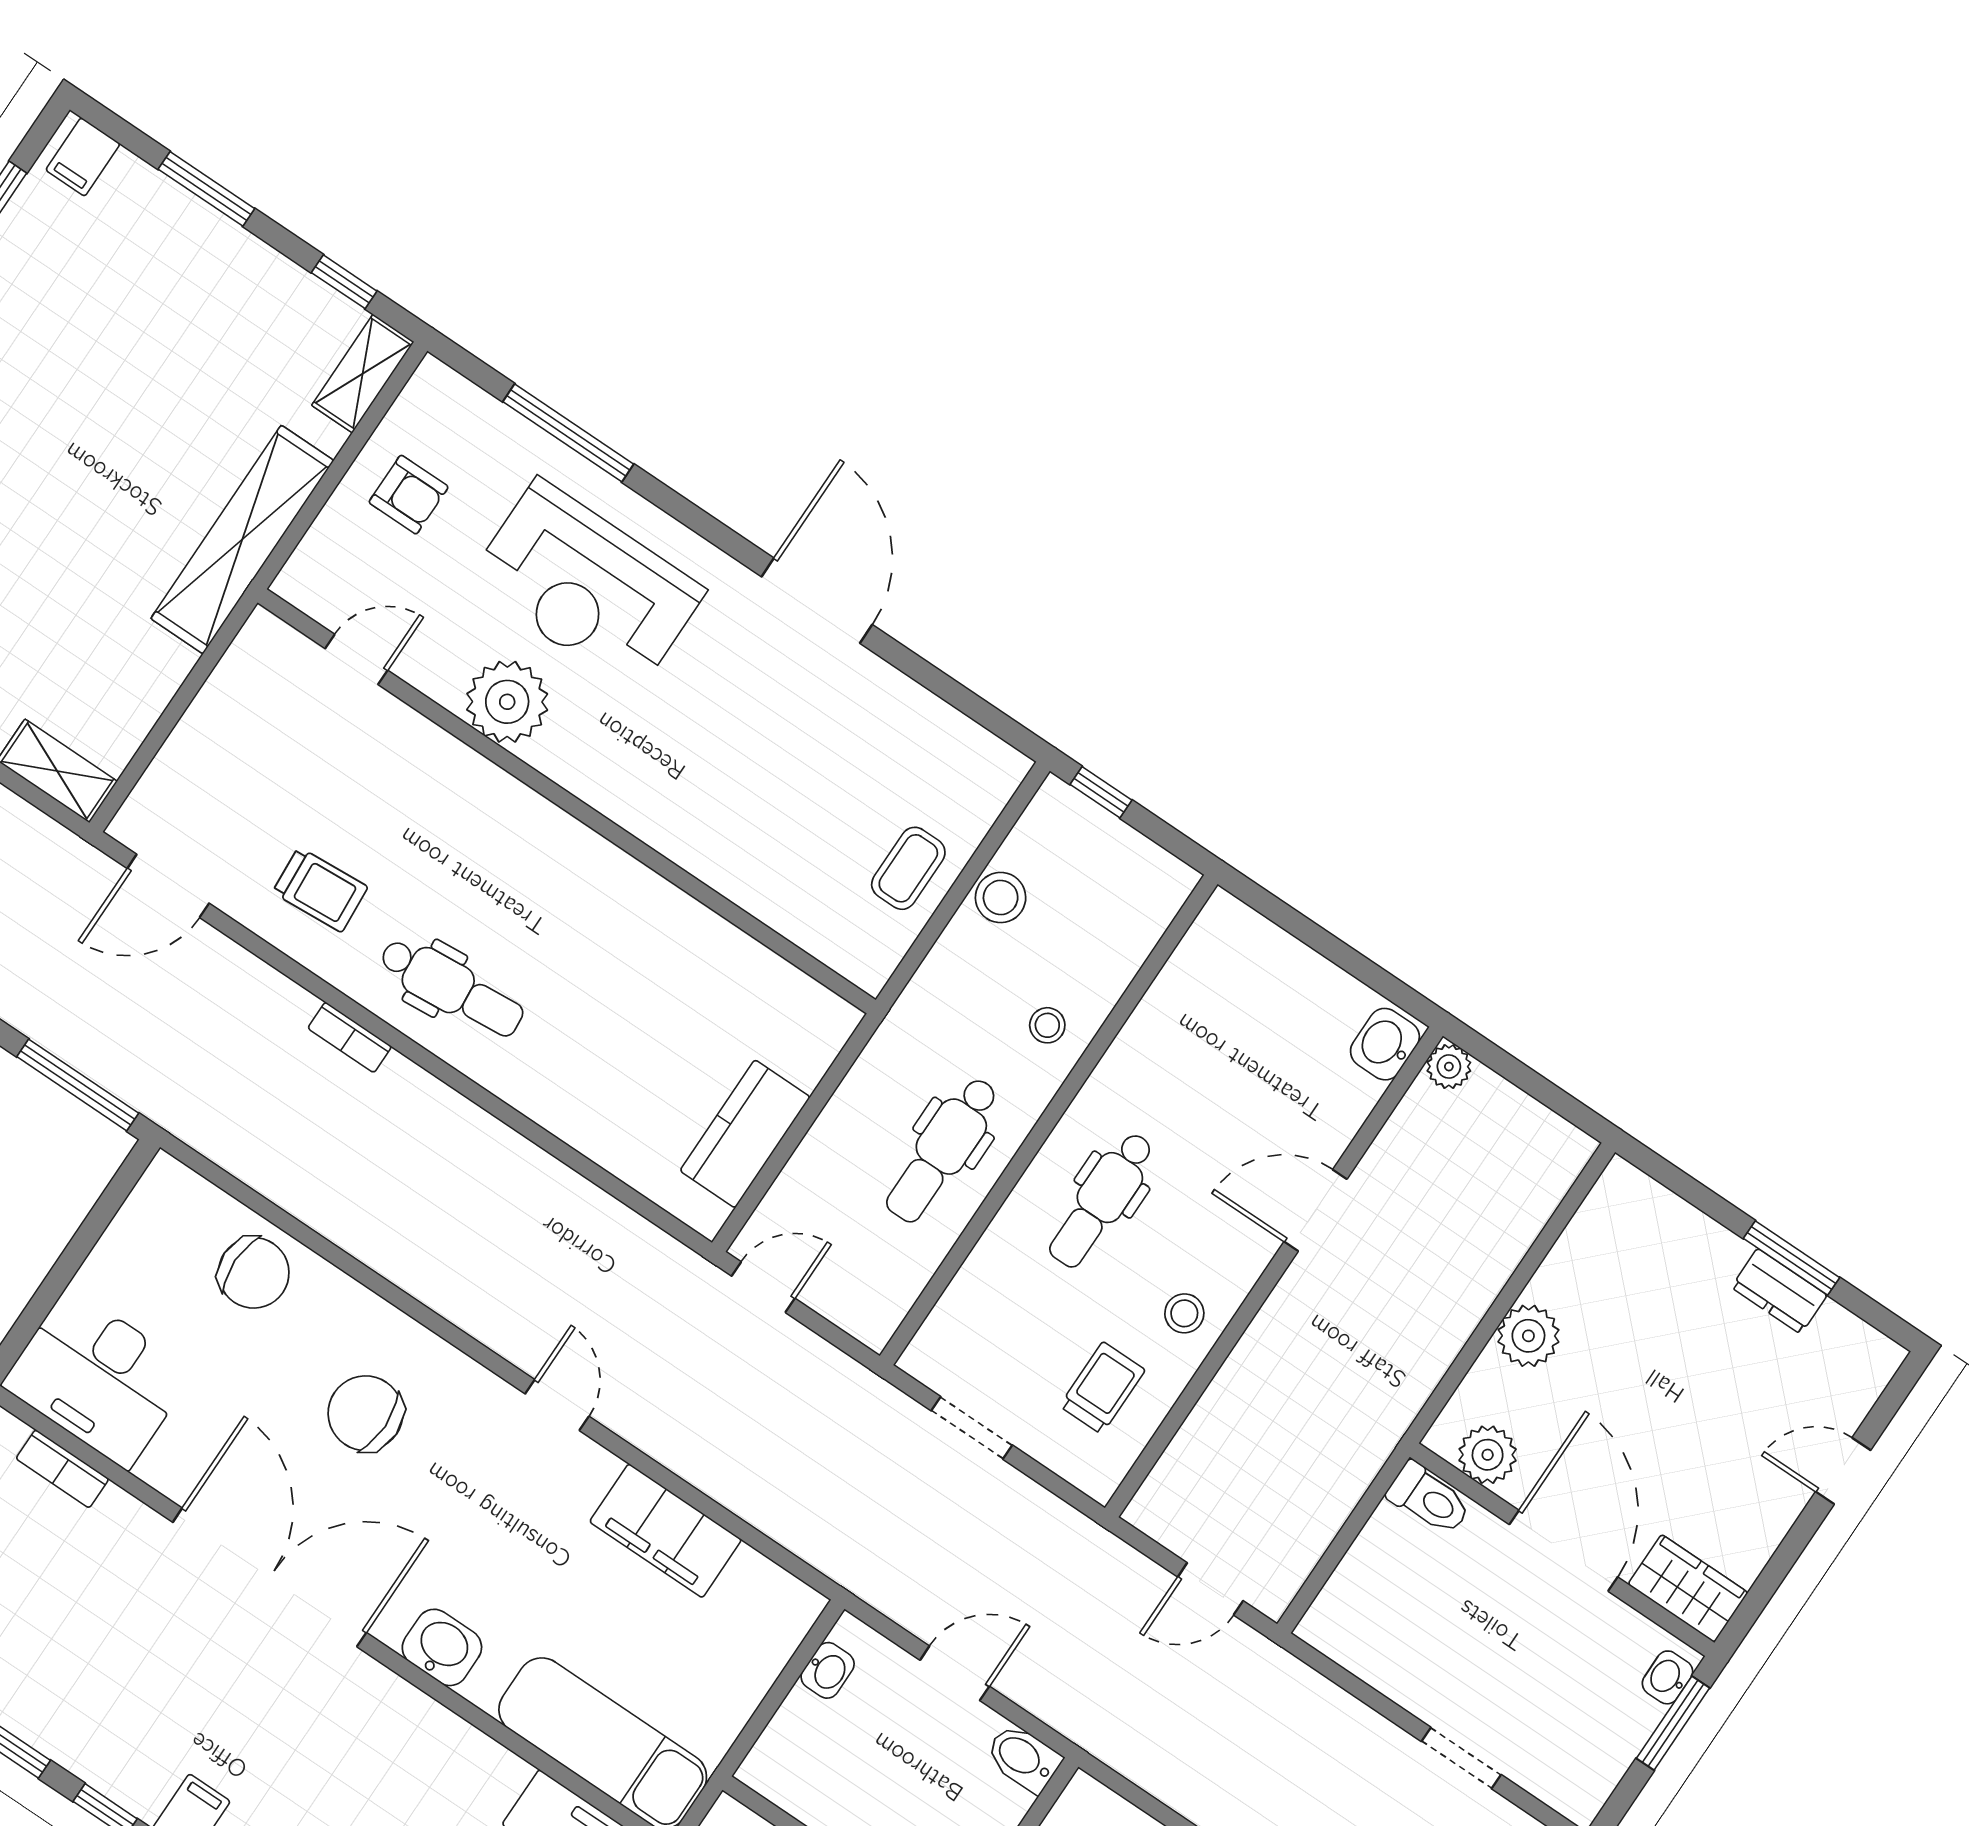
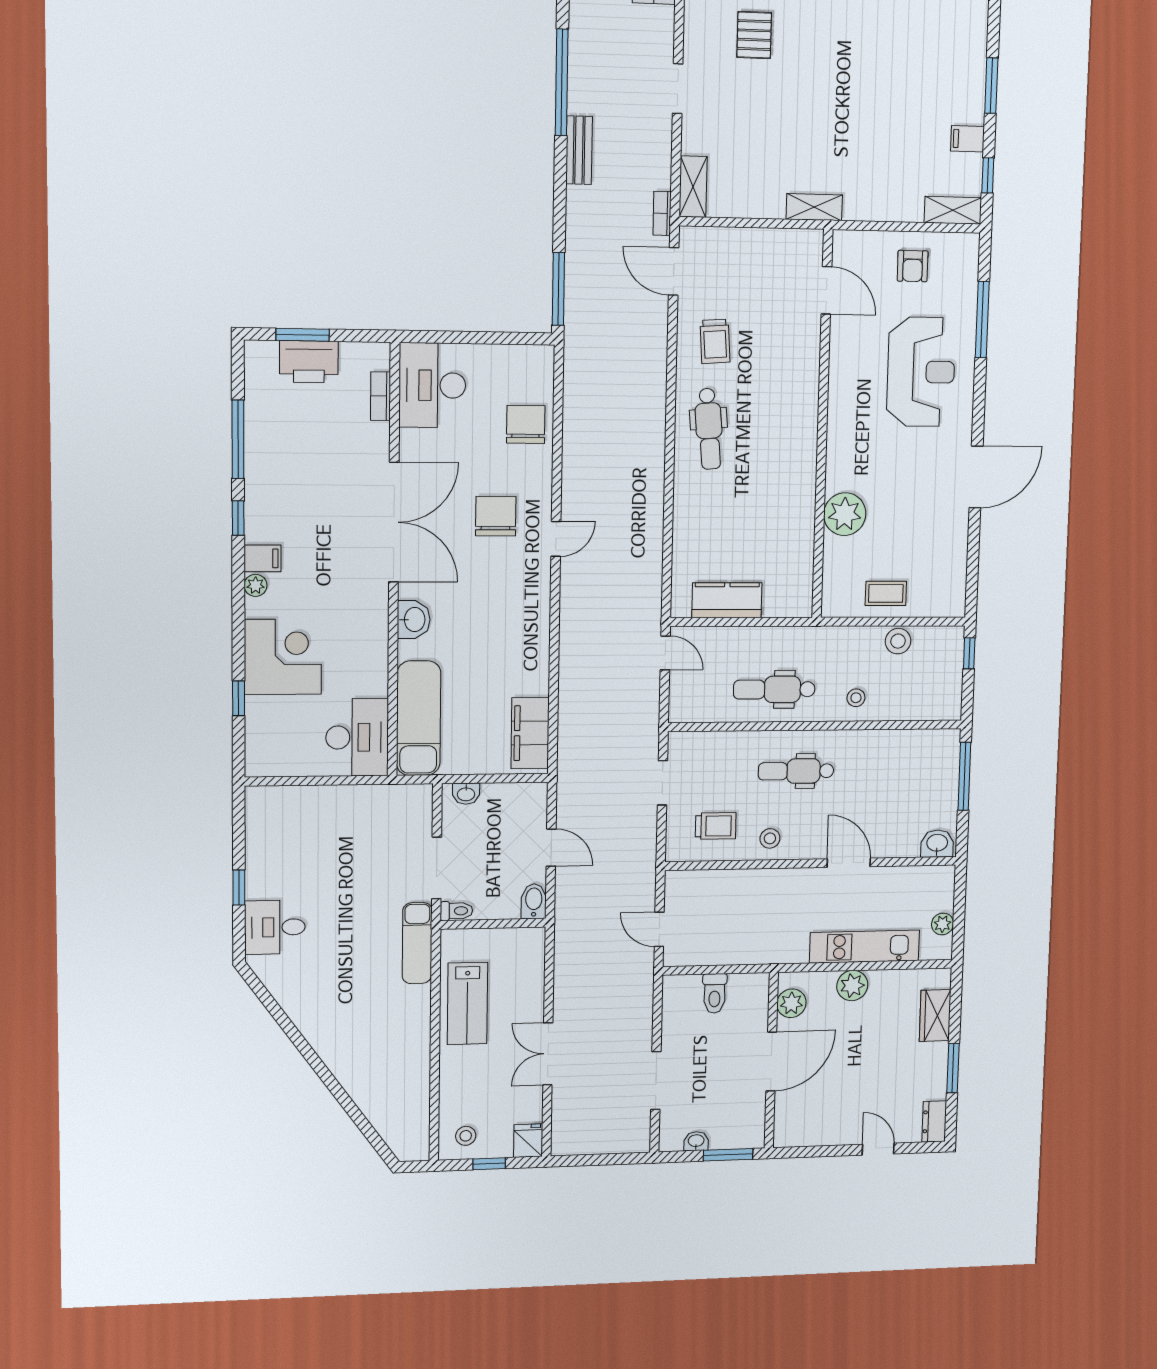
filing cabinet: (83, 157) -> (967, 139), moved
shelving: (242, 540) -> (814, 207), width x0.45, depth x0.75
reception desk: (586, 586) -> (921, 372), turned 180
door: (356, 659) -> (826, 290), width x1.38
plant: (507, 702) -> (845, 514), moved
window: (1302, 928) -> (964, 776), added
bookcase: (350, 1037) -> (662, 213), moved
plant: (1449, 1067) -> (943, 924), moved
chair: (254, 1273) -> (526, 424), turned 180
kitchen unit: (1476, 1274) -> (864, 947), added
dresser: (1779, 1291) -> (934, 1121), moved
door: (557, 1405) -> (556, 539), moved
toilet: (1429, 1499) -> (715, 993), moved
filing cabinet: (666, 1531) -> (530, 733), moved
wardrobe: (1688, 1588) -> (935, 1016), moved, turned 180
washbasin: (828, 1670) -> (466, 794), moved
washbasin: (1667, 1677) -> (696, 1141), moved
doorway: (1461, 1758) -> (656, 1081), width x1.38

